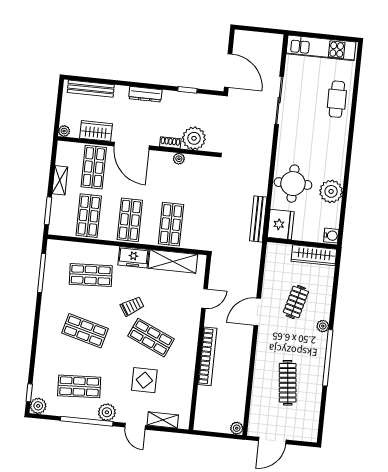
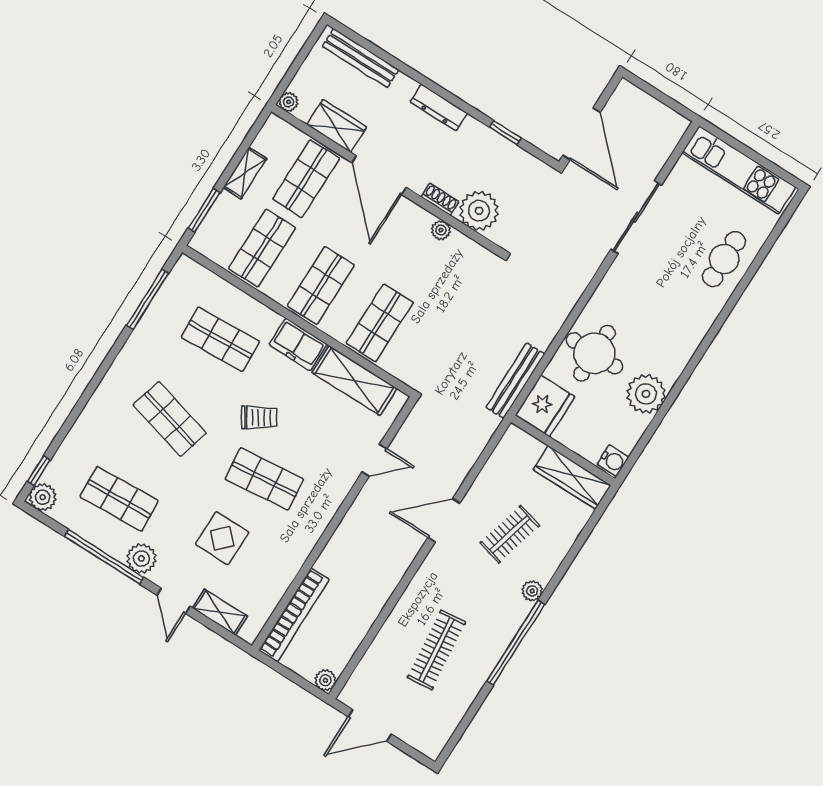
shop shelf: (151, 338) -> (264, 479), turned -30
bookcase: (207, 356) -> (294, 615), moved

